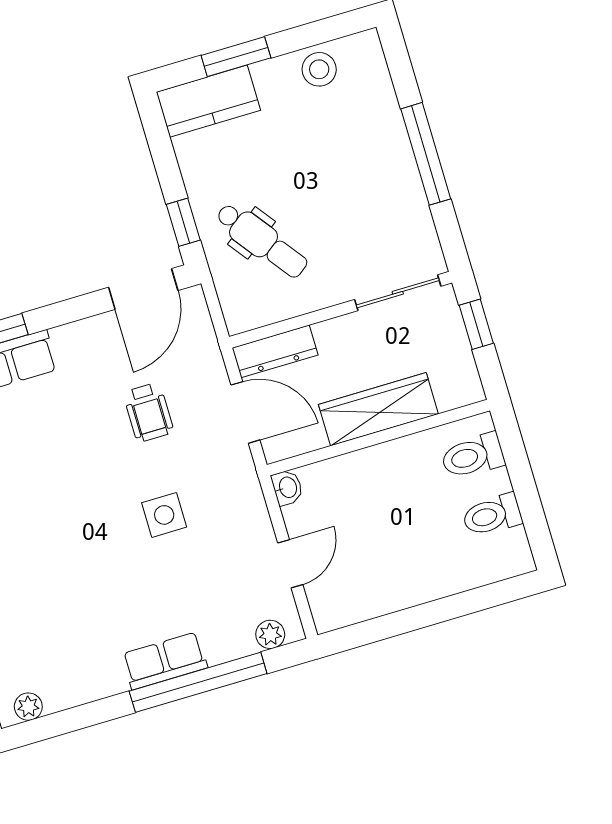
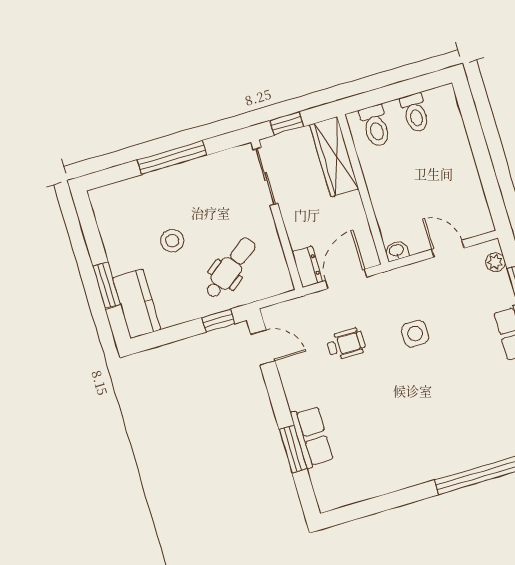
stool: (319, 69) -> (172, 241), moved
door: (143, 289) -> (263, 348), width x0.73
dresser: (275, 351) -> (307, 267), width x0.70
wardrobe: (378, 409) -> (334, 157), moved

